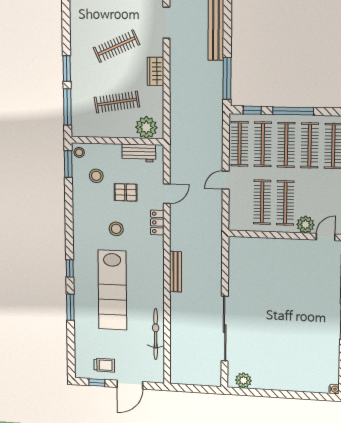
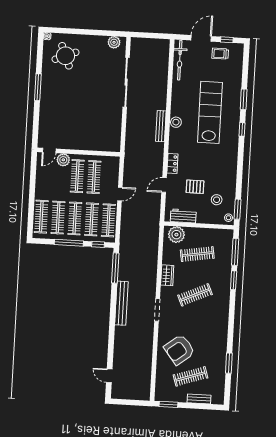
stool: (116, 229) -> (176, 122), moved
bicycle: (156, 334) -> (180, 60), moved
round table: (308, 363) -> (66, 56), added

